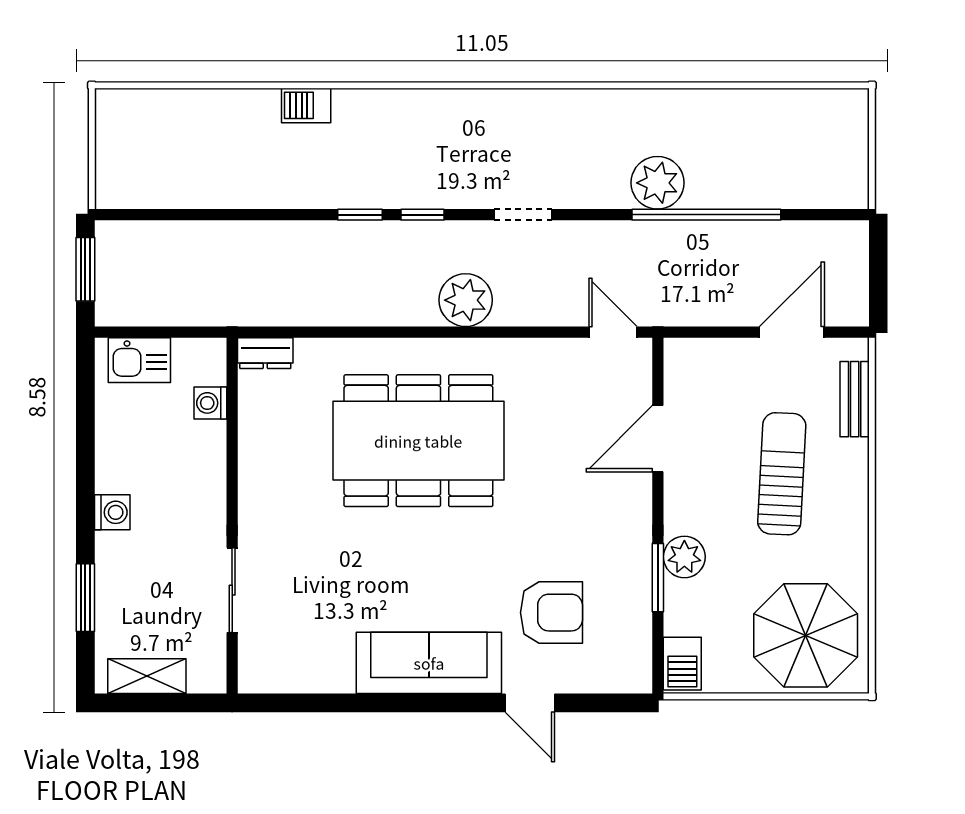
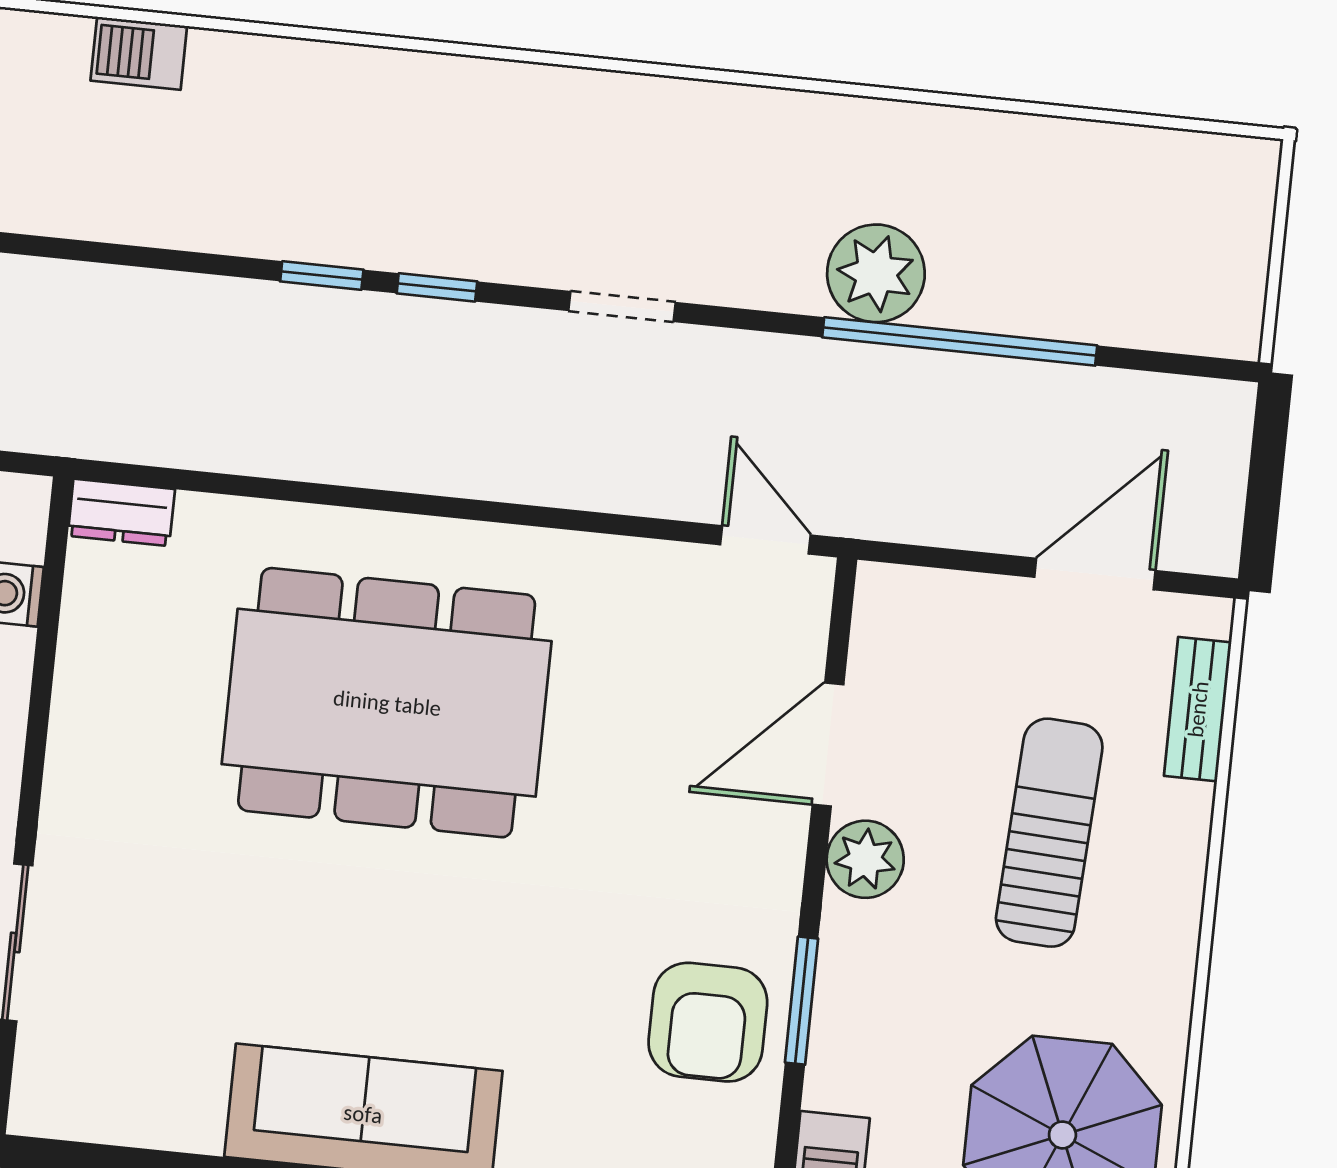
barbecue: (306, 105) -> (139, 53), moved
plant: (466, 300) -> (500, 453), removed
plant: (684, 557) -> (865, 859), moved
armchair: (551, 613) -> (708, 1022), moved, turned 90

